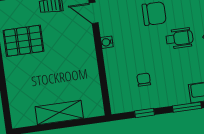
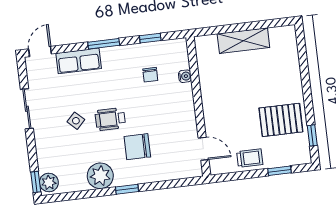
water cooler: (107, 42) -> (185, 76), moved

